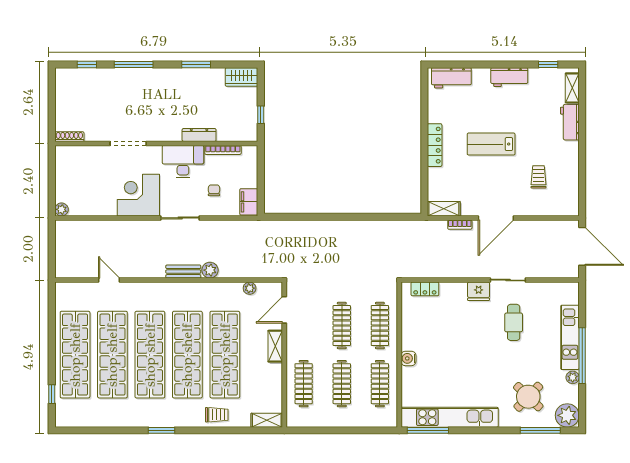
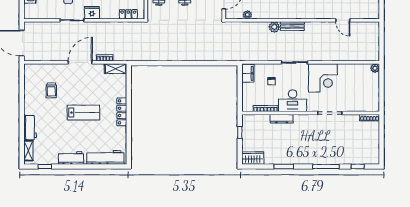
workbench: (451, 78) -> (105, 157), width x1.38

